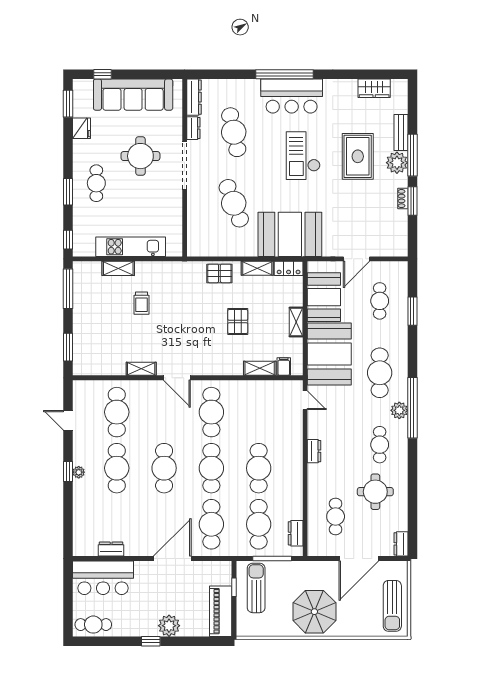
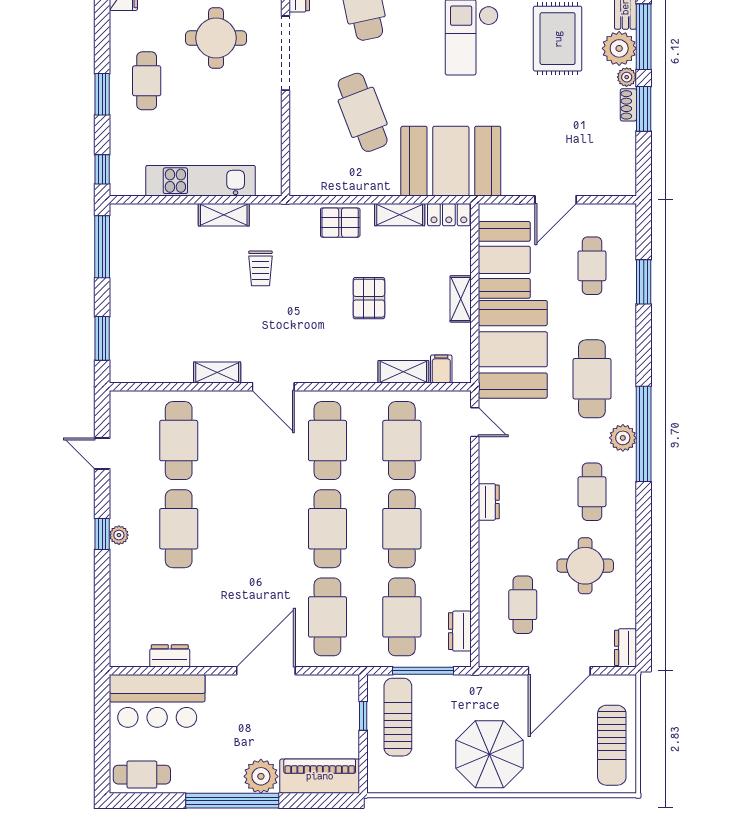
plant: (402, 181) -> (627, 77), added
shelving: (118, 268) -> (224, 215), moved
trolley: (142, 303) -> (260, 268), moved
cafe table: (164, 468) -> (402, 441), moved
piano: (221, 611) -> (320, 776), moved, turned 90
window: (151, 641) -> (232, 801), width x3.17

